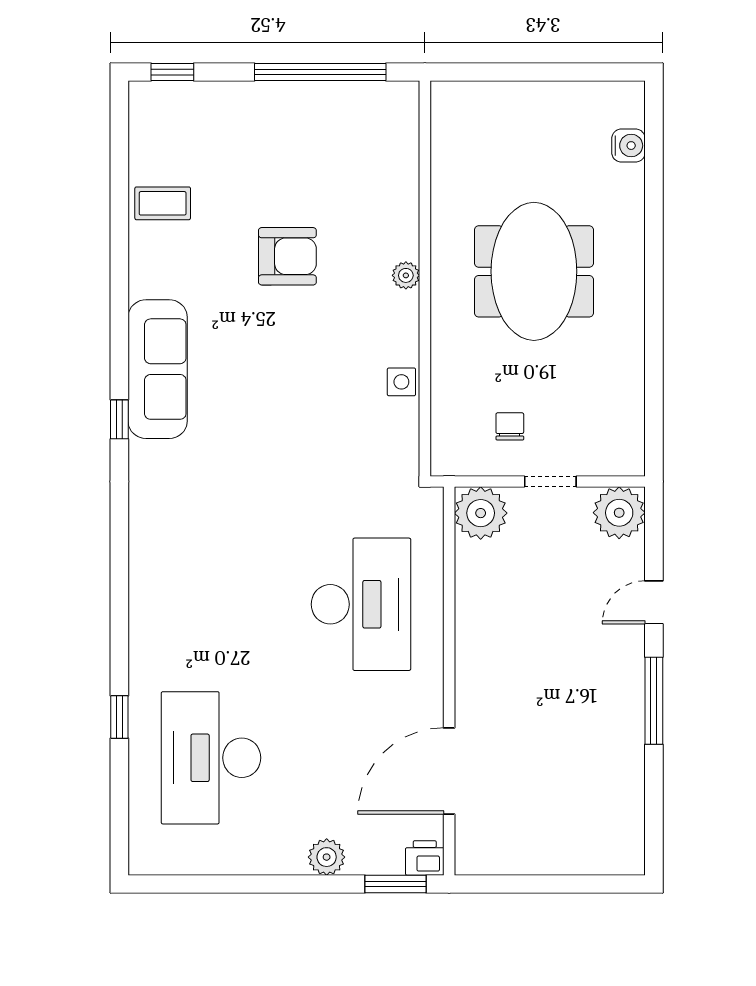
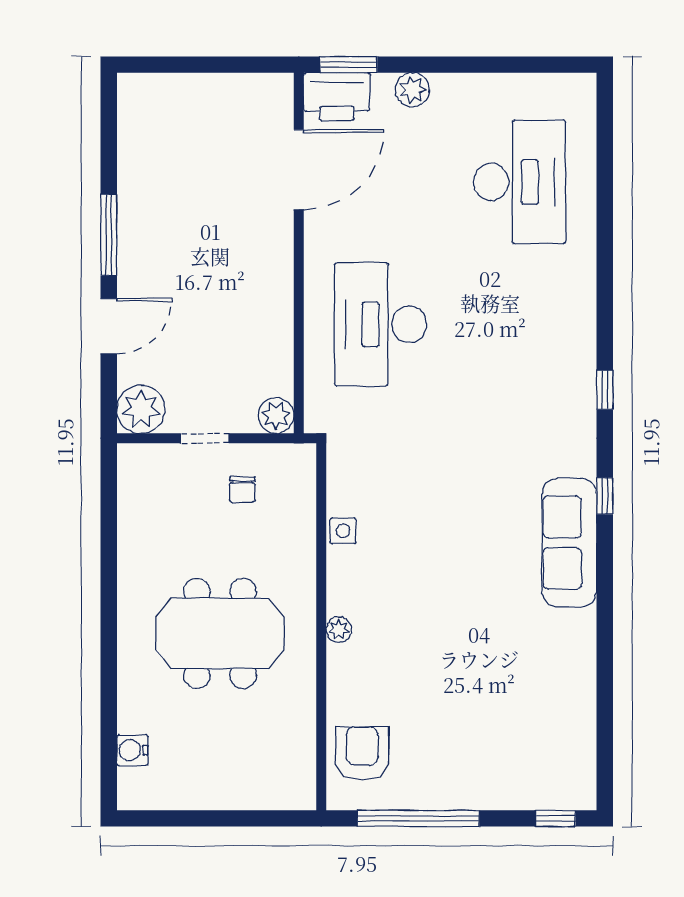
coffee table: (163, 203) -> (565, 696), removed
armchair: (287, 256) -> (362, 753), moved, turned 90
meeting table: (534, 271) -> (220, 633), turned 90
plant: (481, 513) -> (276, 416), width x0.73, depth x0.73
door: (654, 602) -> (109, 326), width x1.38
window: (119, 717) -> (605, 390), moved
printer: (425, 858) -> (337, 97), width x1.87, depth x1.48

